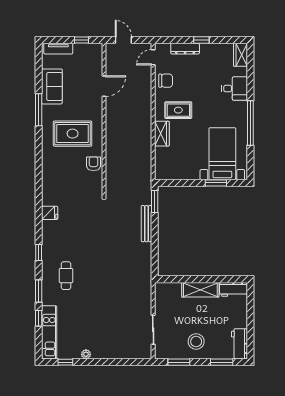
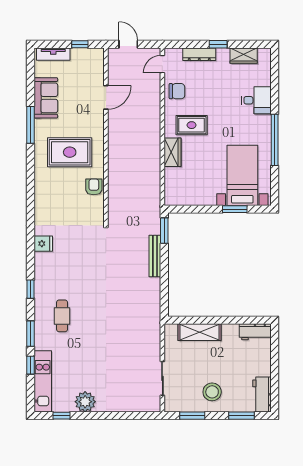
wardrobe: (240, 55) -> (244, 56), moved, turned -90
shelving: (200, 290) -> (199, 332), moved
plant: (86, 354) -> (85, 402), width x1.88, depth x1.88

